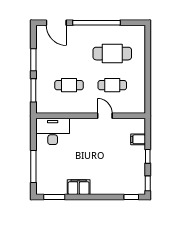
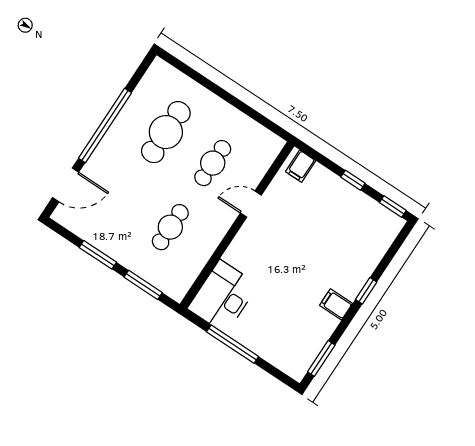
filing cabinet: (138, 139) -> (301, 166), moved
window: (33, 166) -> (233, 344), moved
filing cabinet: (79, 187) -> (336, 304), width x0.50
window: (131, 197) -> (366, 291), moved

